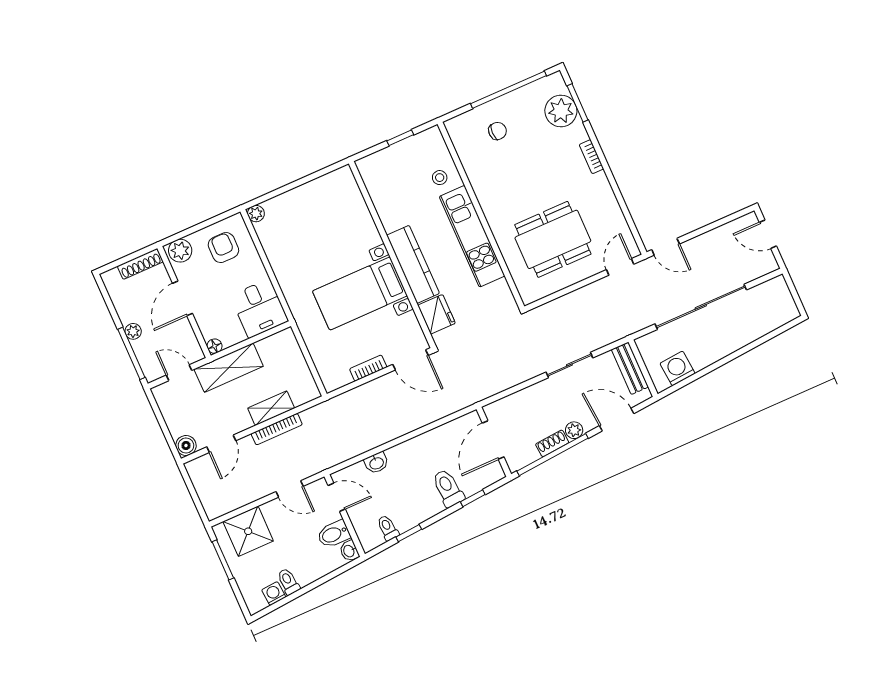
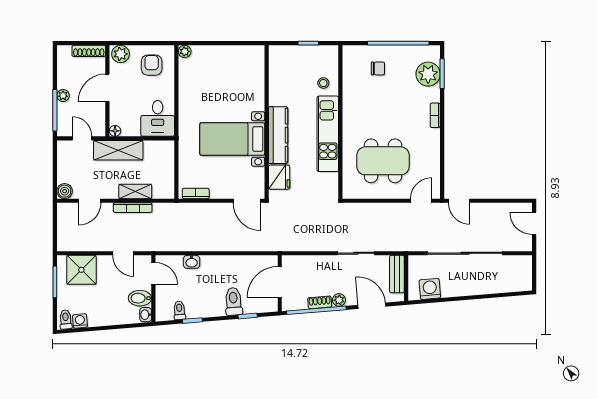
bookcase: (368, 368) -> (196, 193), moved
toilet: (288, 582) -> (66, 319), moved

